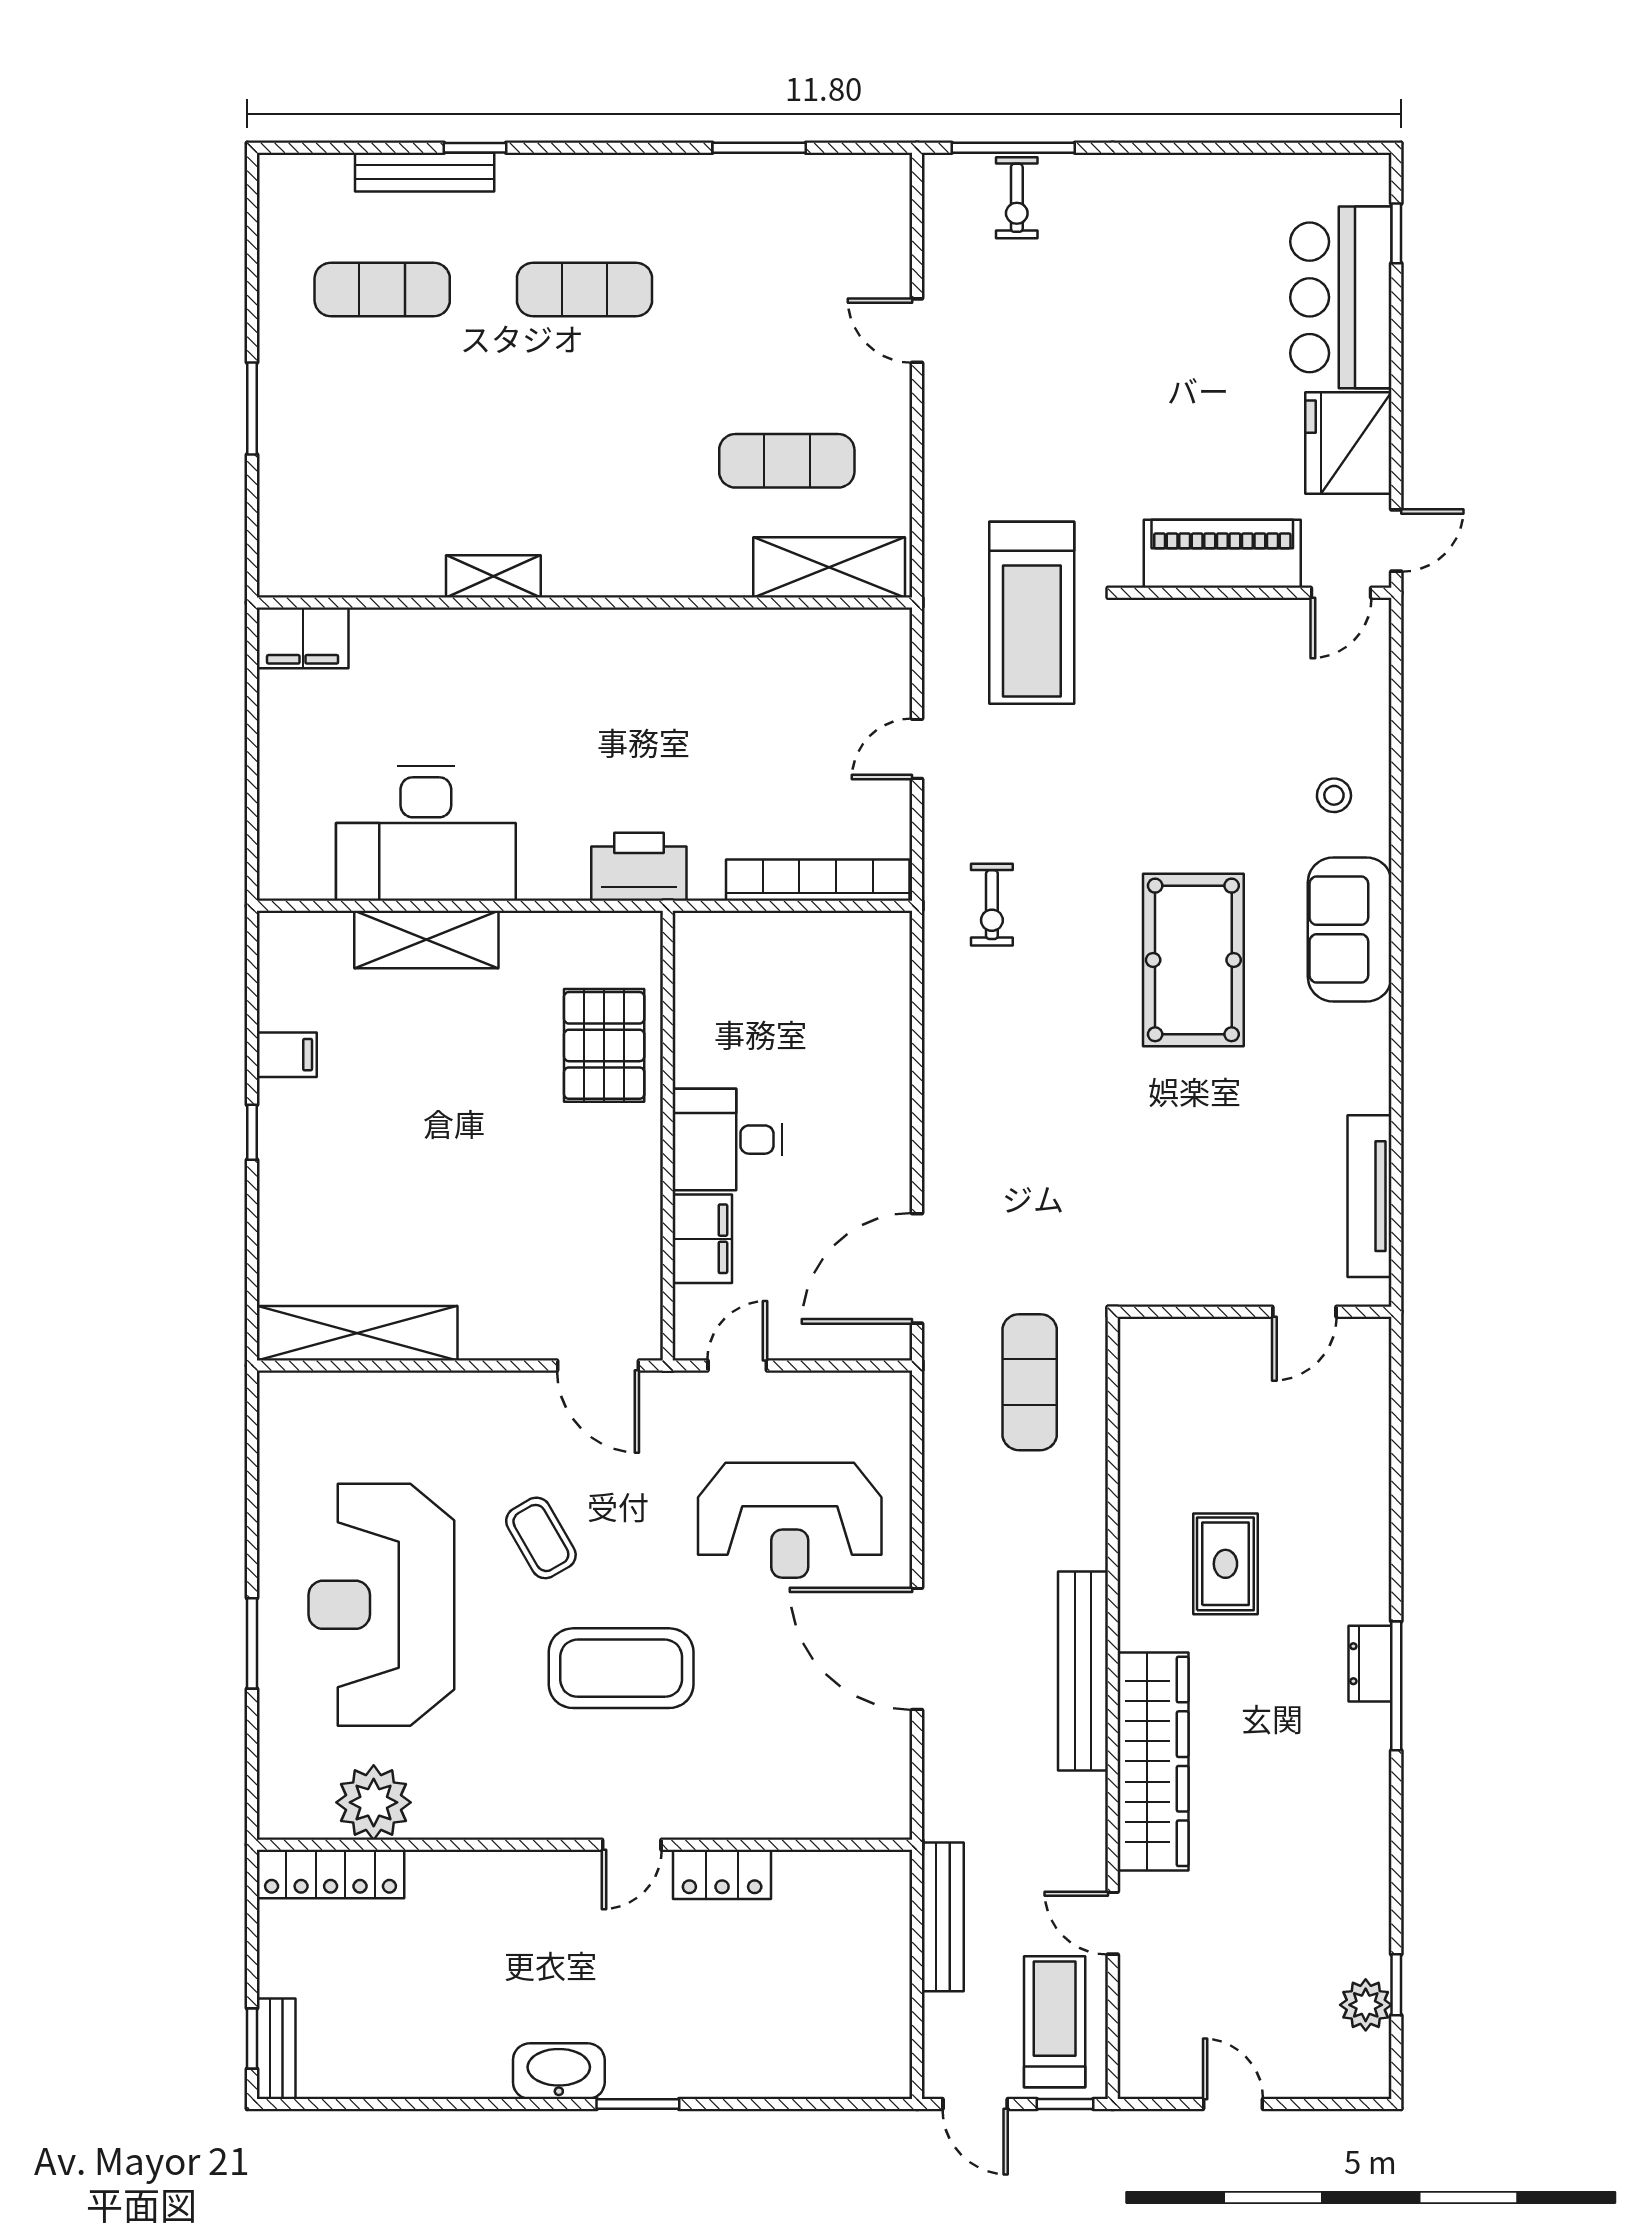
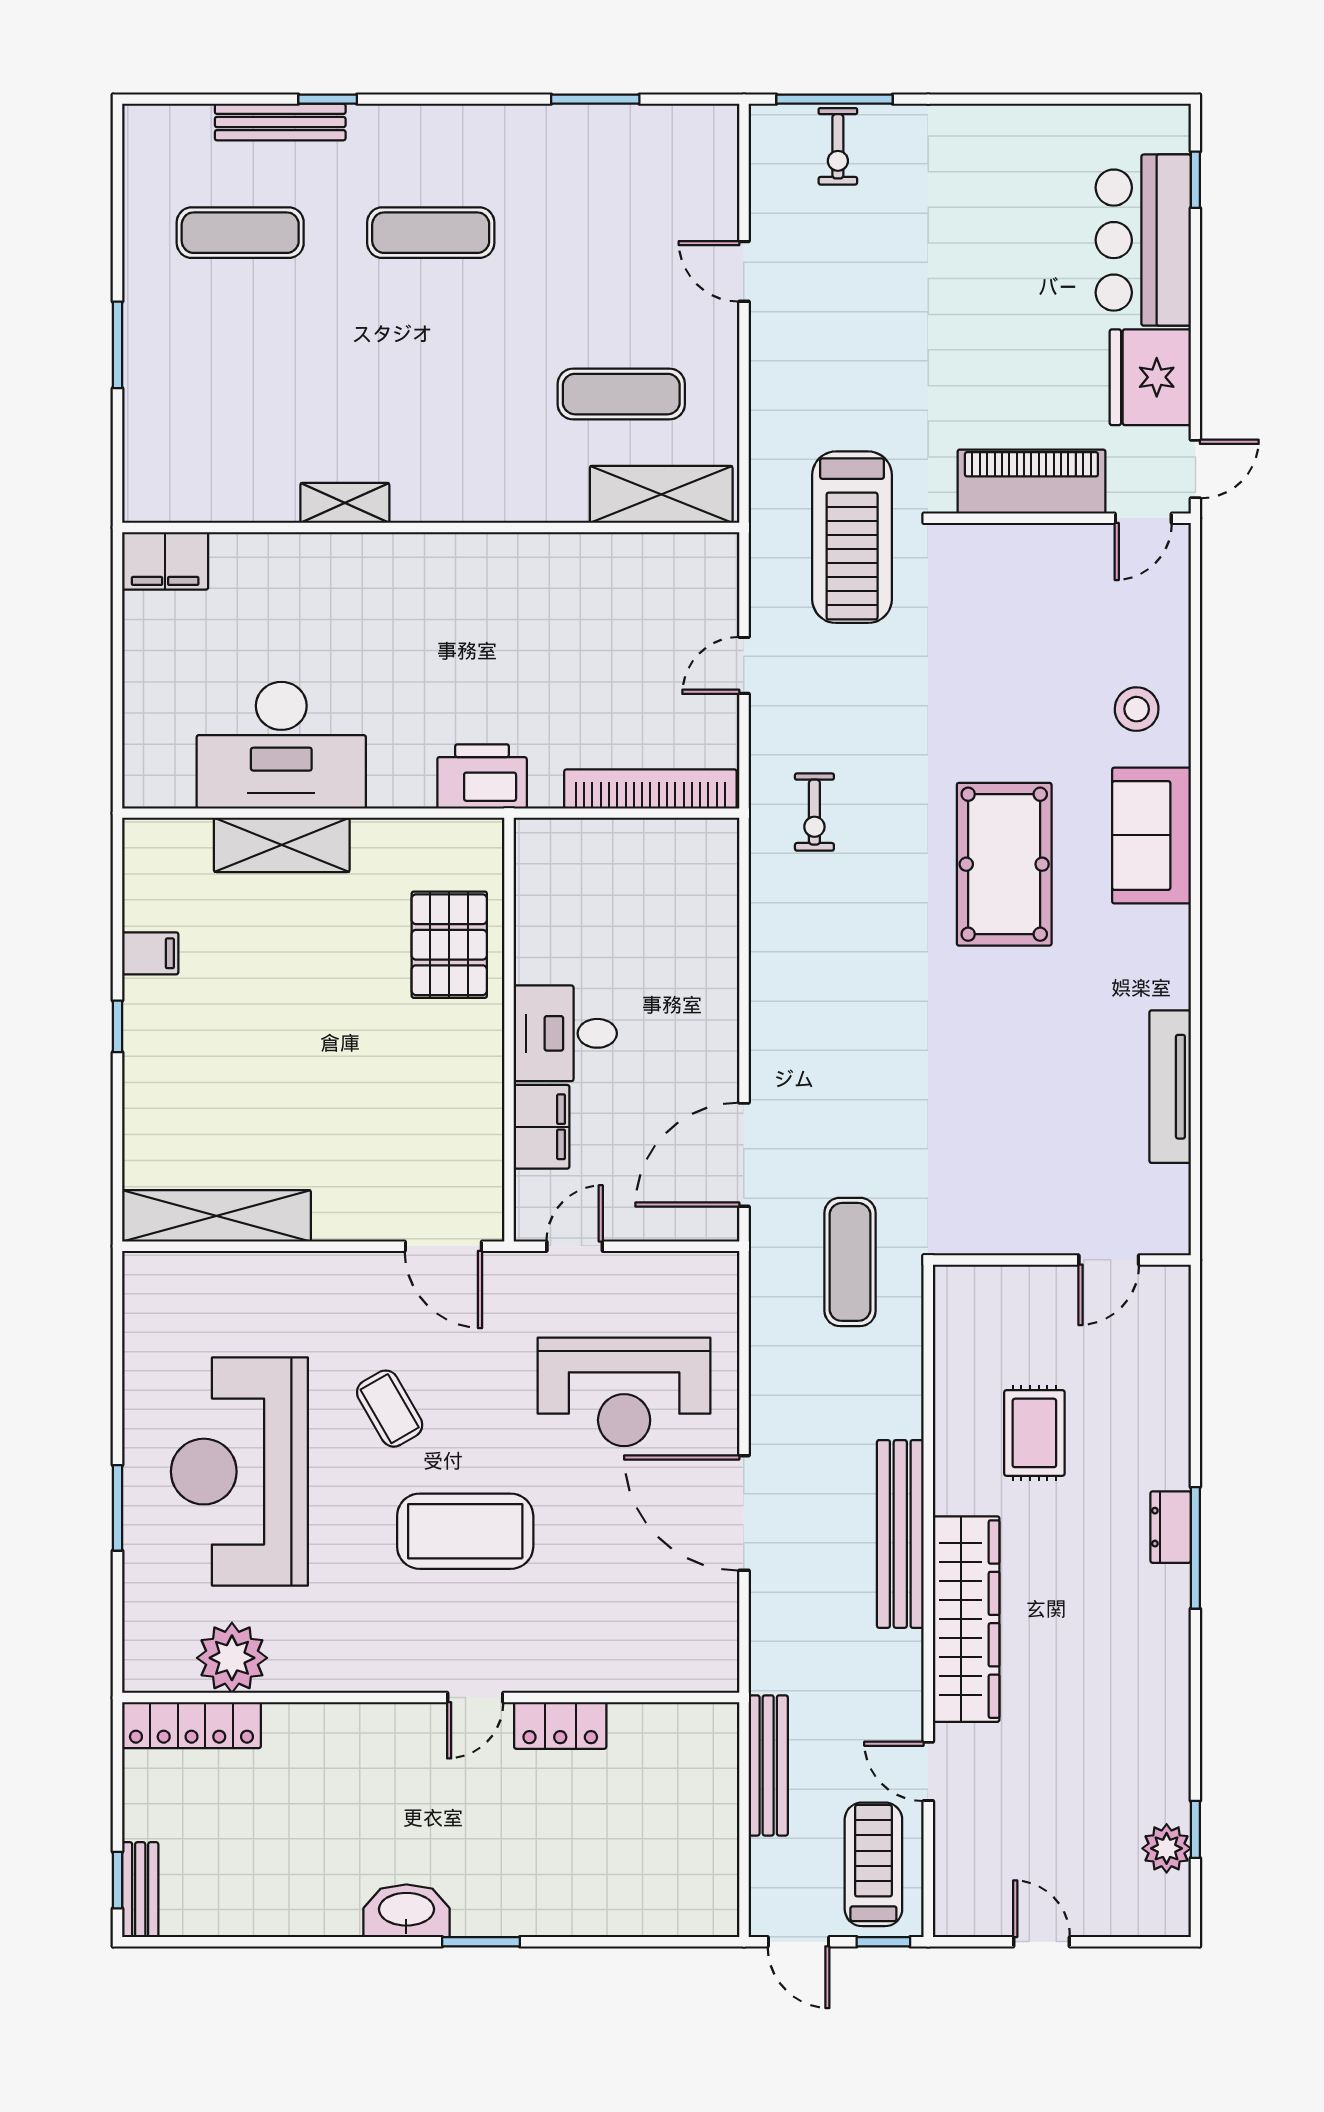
stool: (1334, 795) -> (1137, 709), width x1.37, depth x1.37
wall: (1255, 1312) -> (1062, 1260), moved
door: (1304, 1312) -> (1109, 1260), moved

